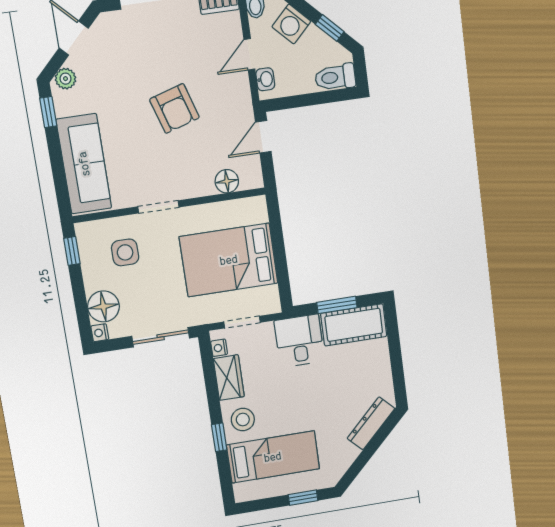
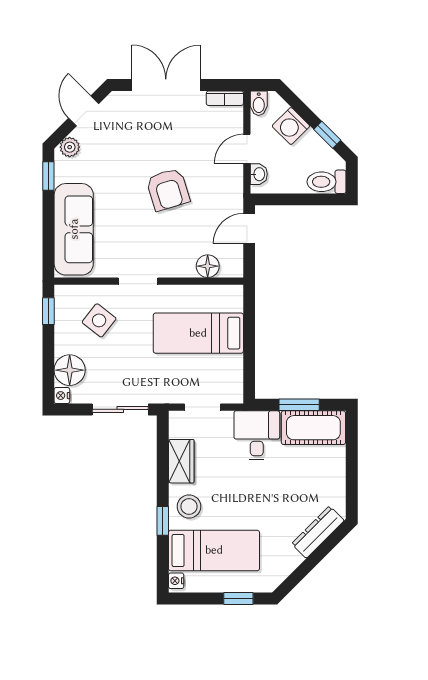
side table: (125, 252) -> (99, 320), turned 38
bed: (229, 260) -> (198, 333), width x0.67
nightstand: (219, 348) -> (176, 581), moved

